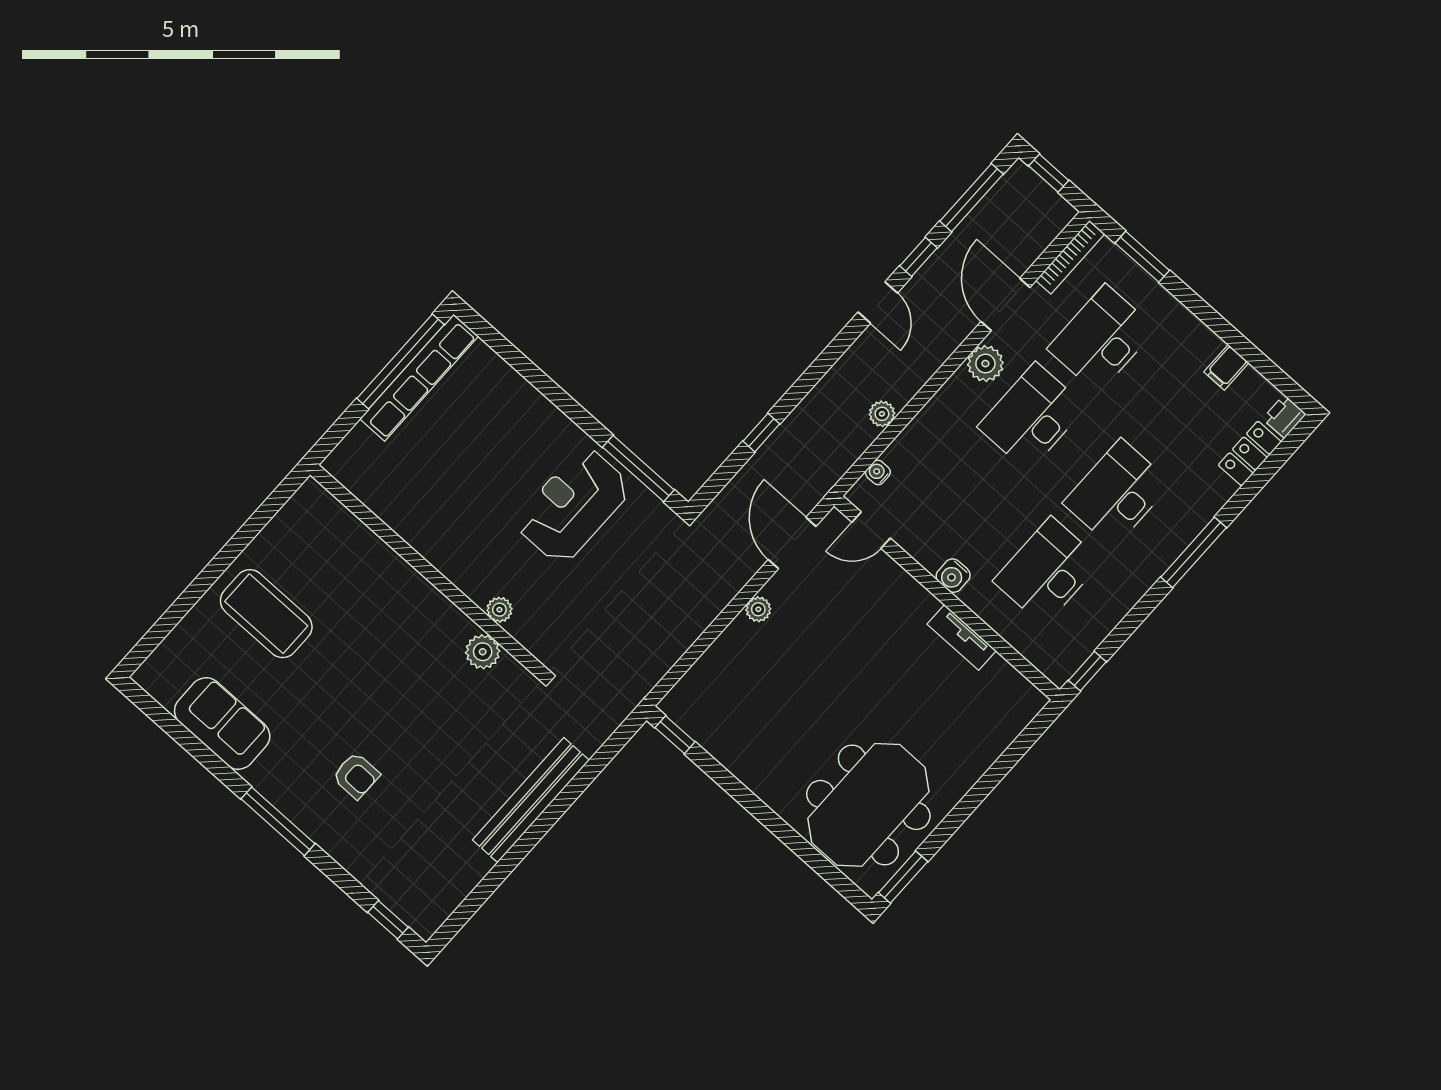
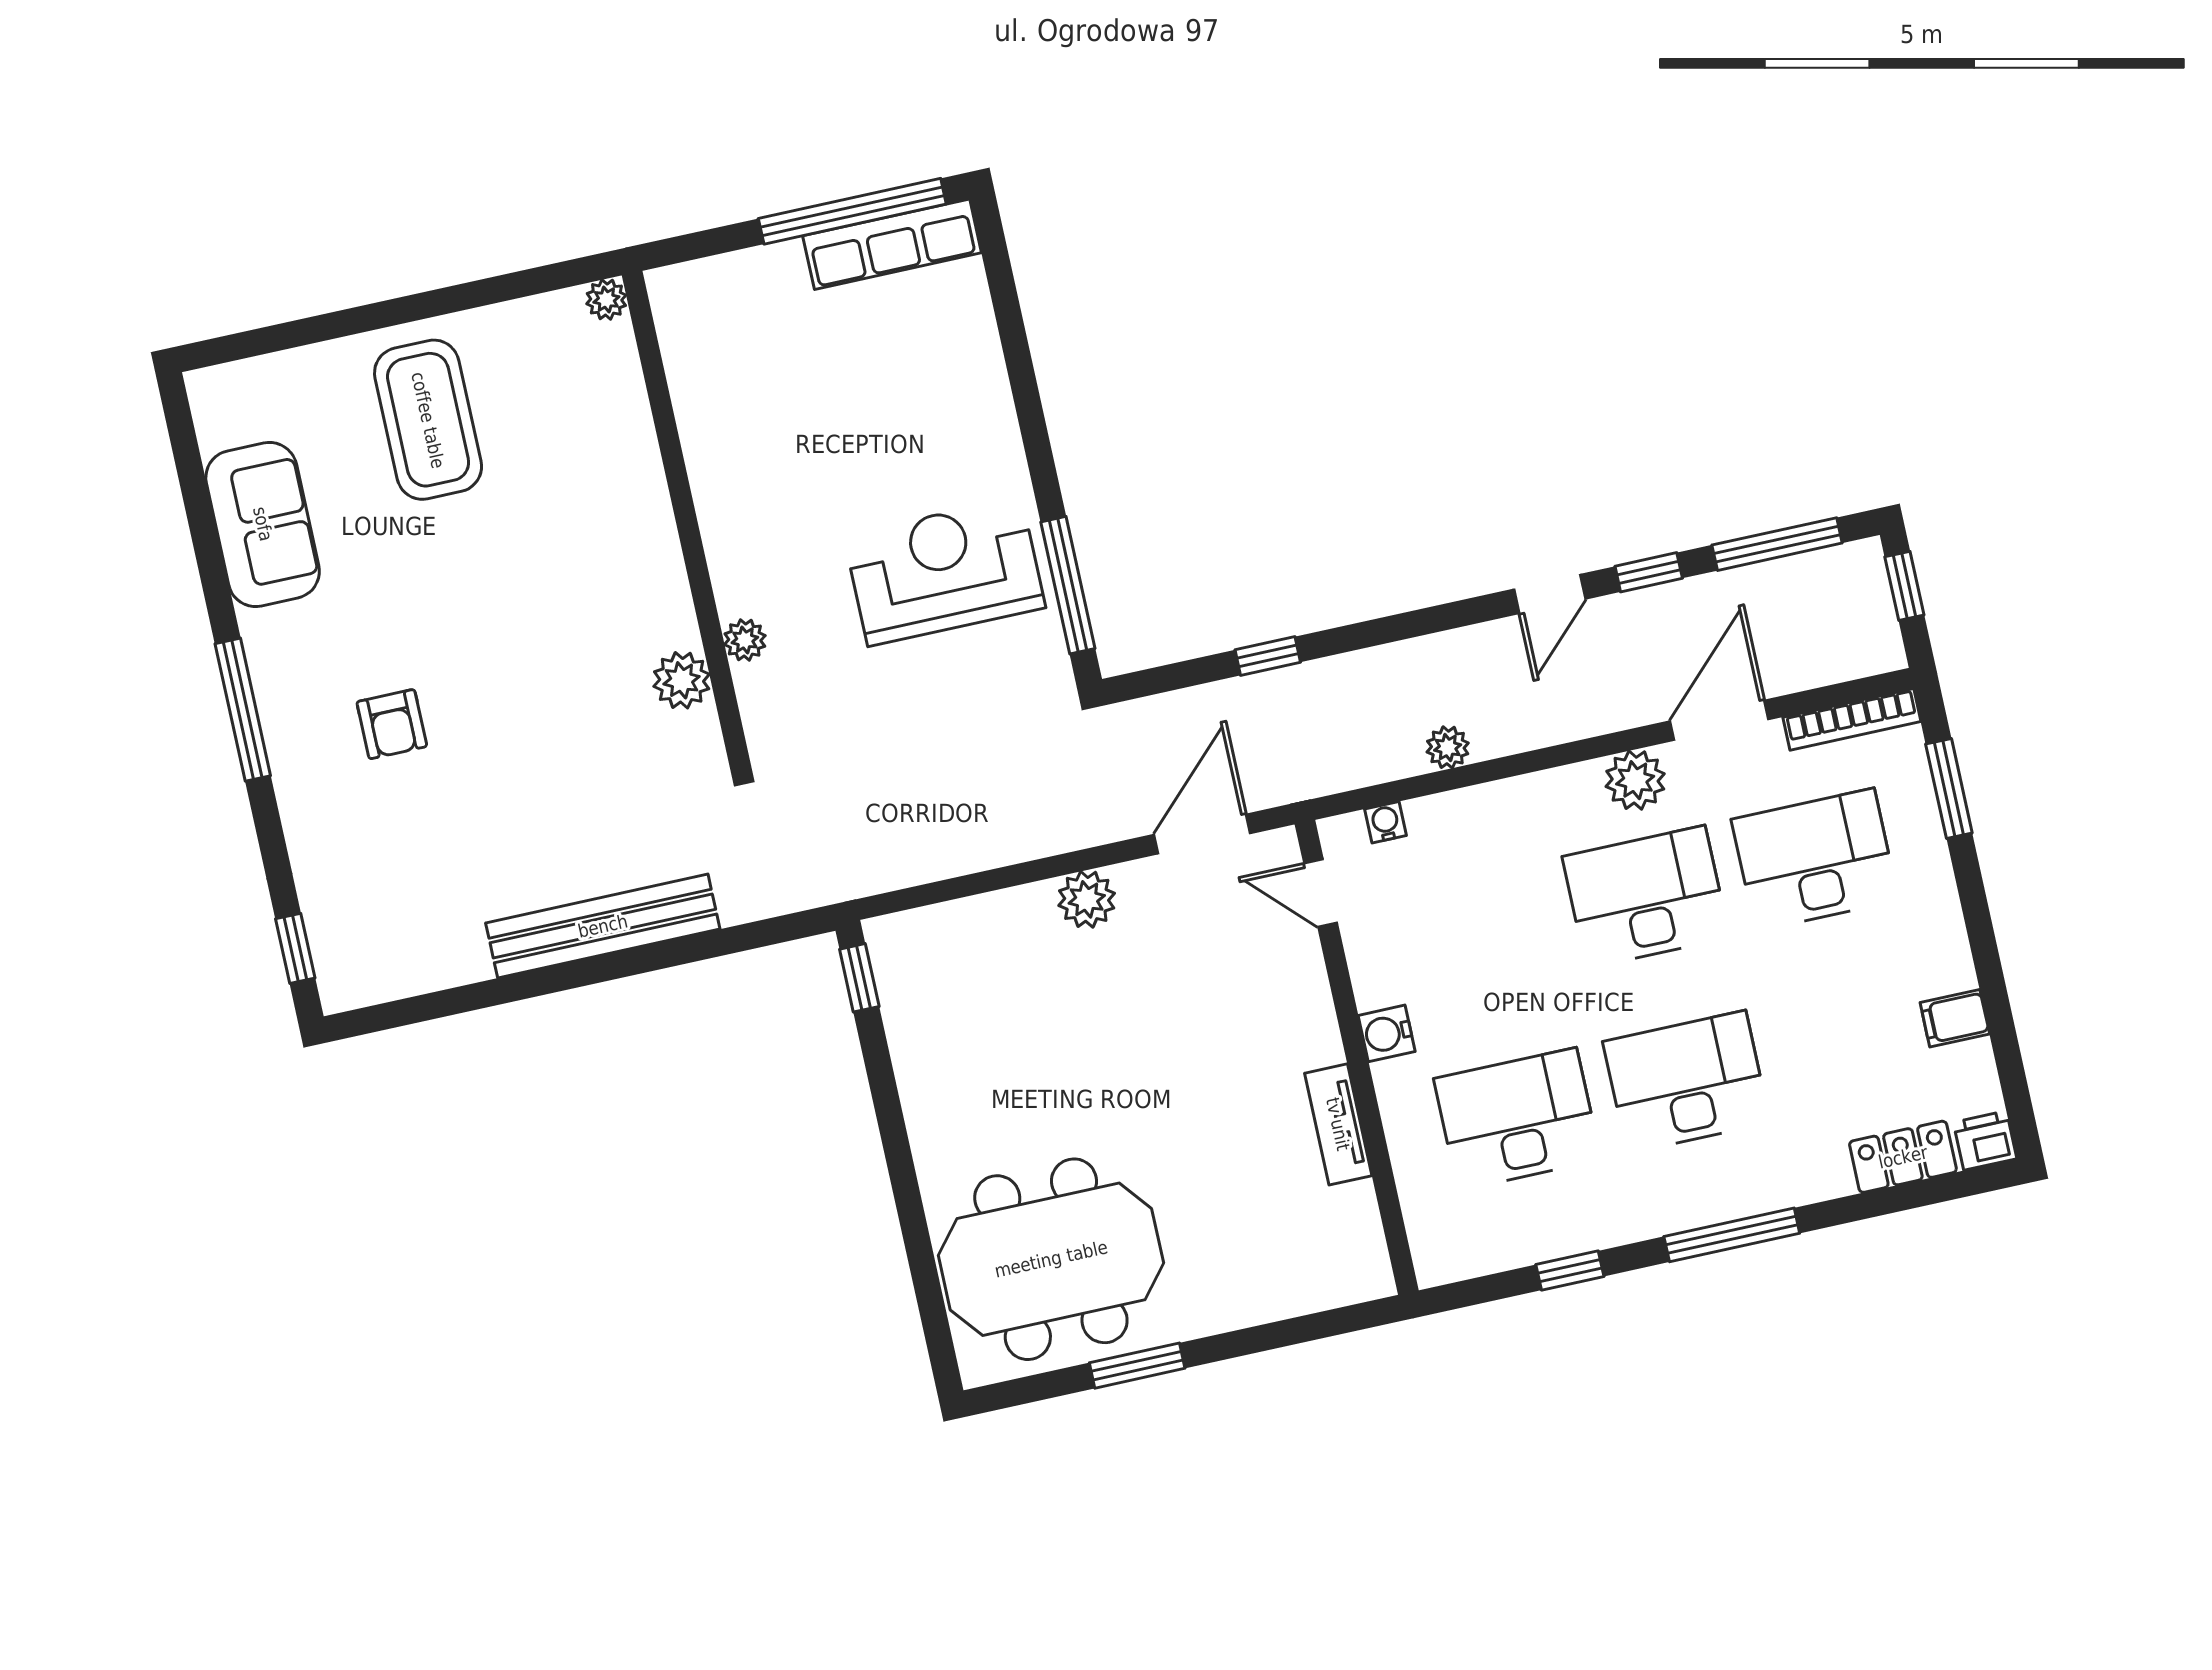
row of seats: (419, 378) -> (892, 244), width x0.73
plant: (311, 492) -> (606, 299), added
plant: (758, 609) -> (1087, 899), width x1.38, depth x1.38
window: (1087, 671) -> (1570, 1270), moved
window: (903, 877) -> (1137, 1366), moved

